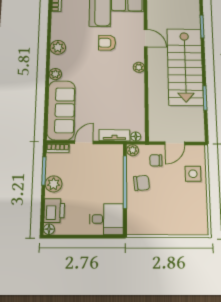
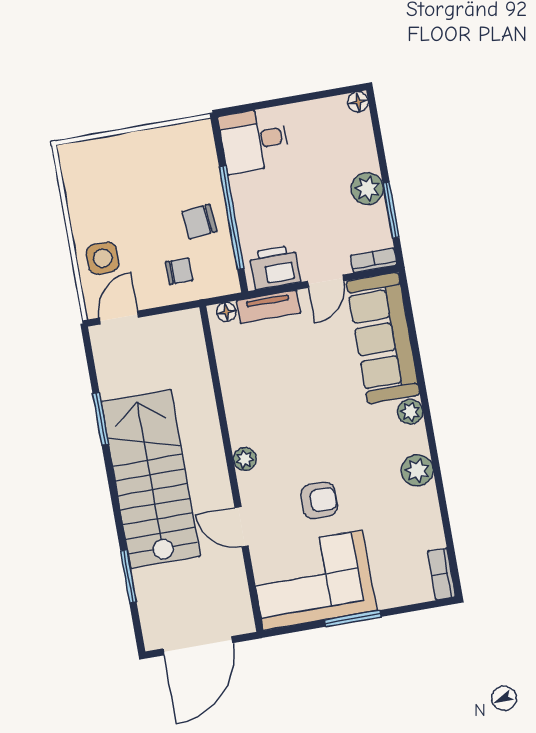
door: (175, 143) -> (119, 318), moved
plant: (133, 150) -> (228, 283), removed
printer: (54, 211) -> (275, 267), moved, turned 90

